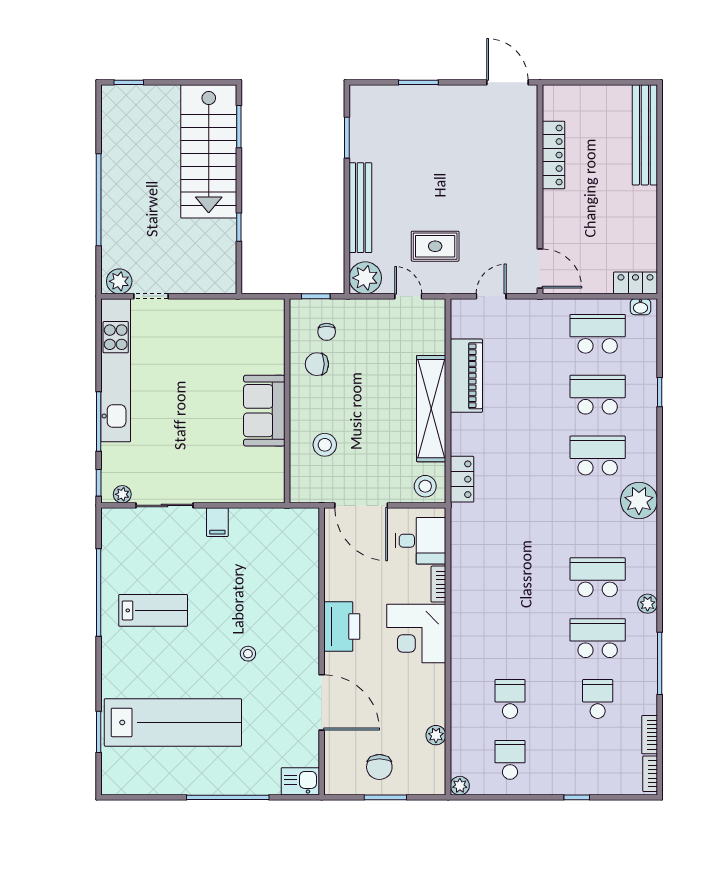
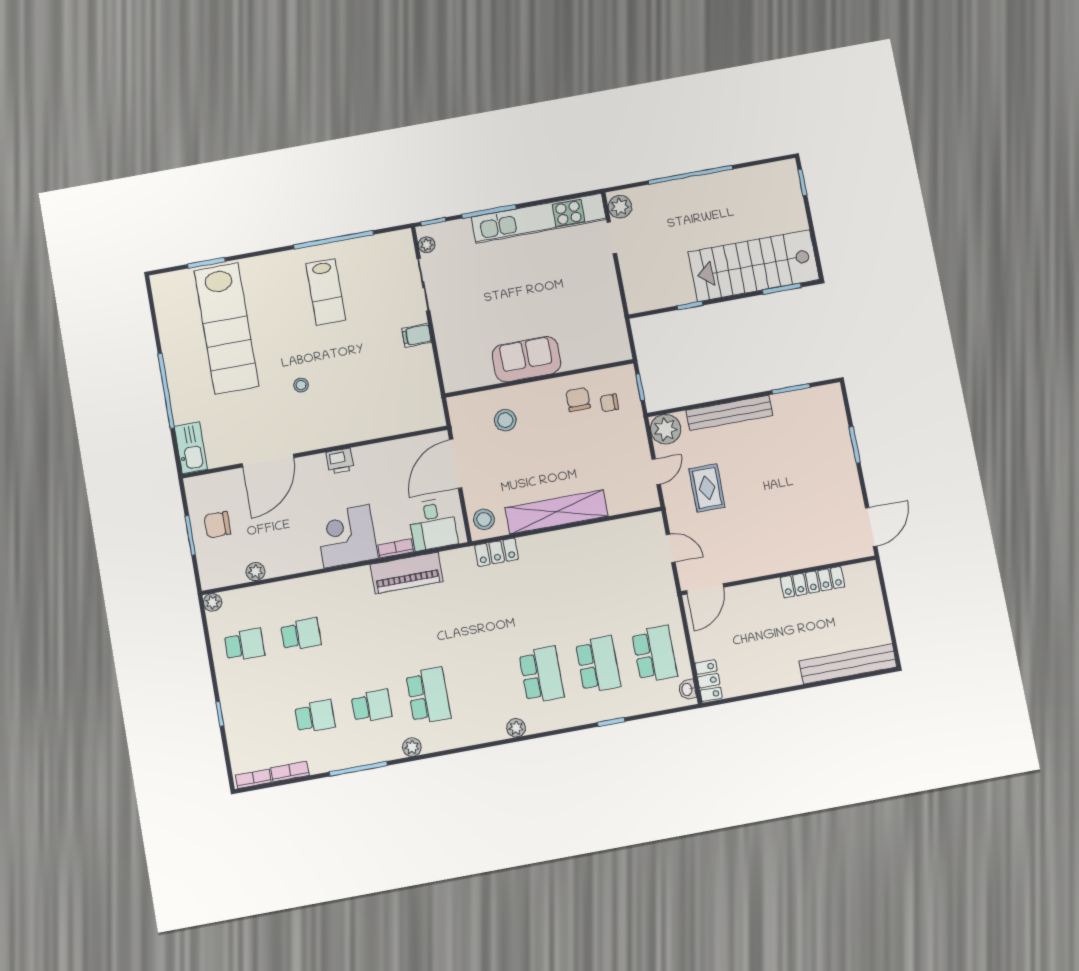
piano: (466, 376) -> (407, 573), moved
plant: (639, 501) -> (516, 728), width x0.53, depth x0.53
printer: (342, 626) -> (340, 461), width x0.53, depth x0.68
school desk: (598, 638) -> (372, 706), width x0.54
kitchen sink: (300, 781) -> (191, 448), width x1.38

